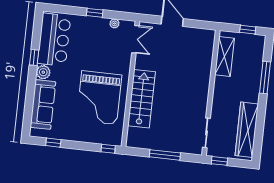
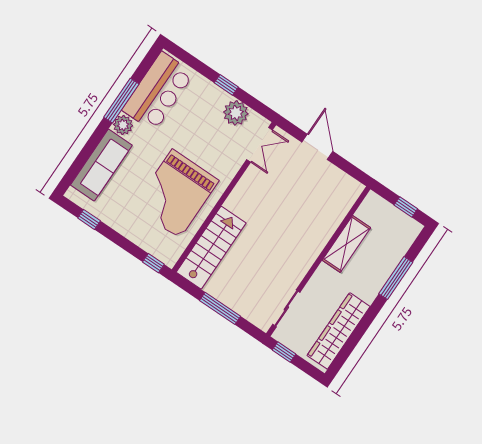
plant: (115, 23) -> (236, 113), width x1.87, depth x1.87
shelving: (225, 56) -> (346, 244), moved
window: (34, 57) -> (121, 101), width x2.17
stairs: (141, 99) -> (211, 248), moved

